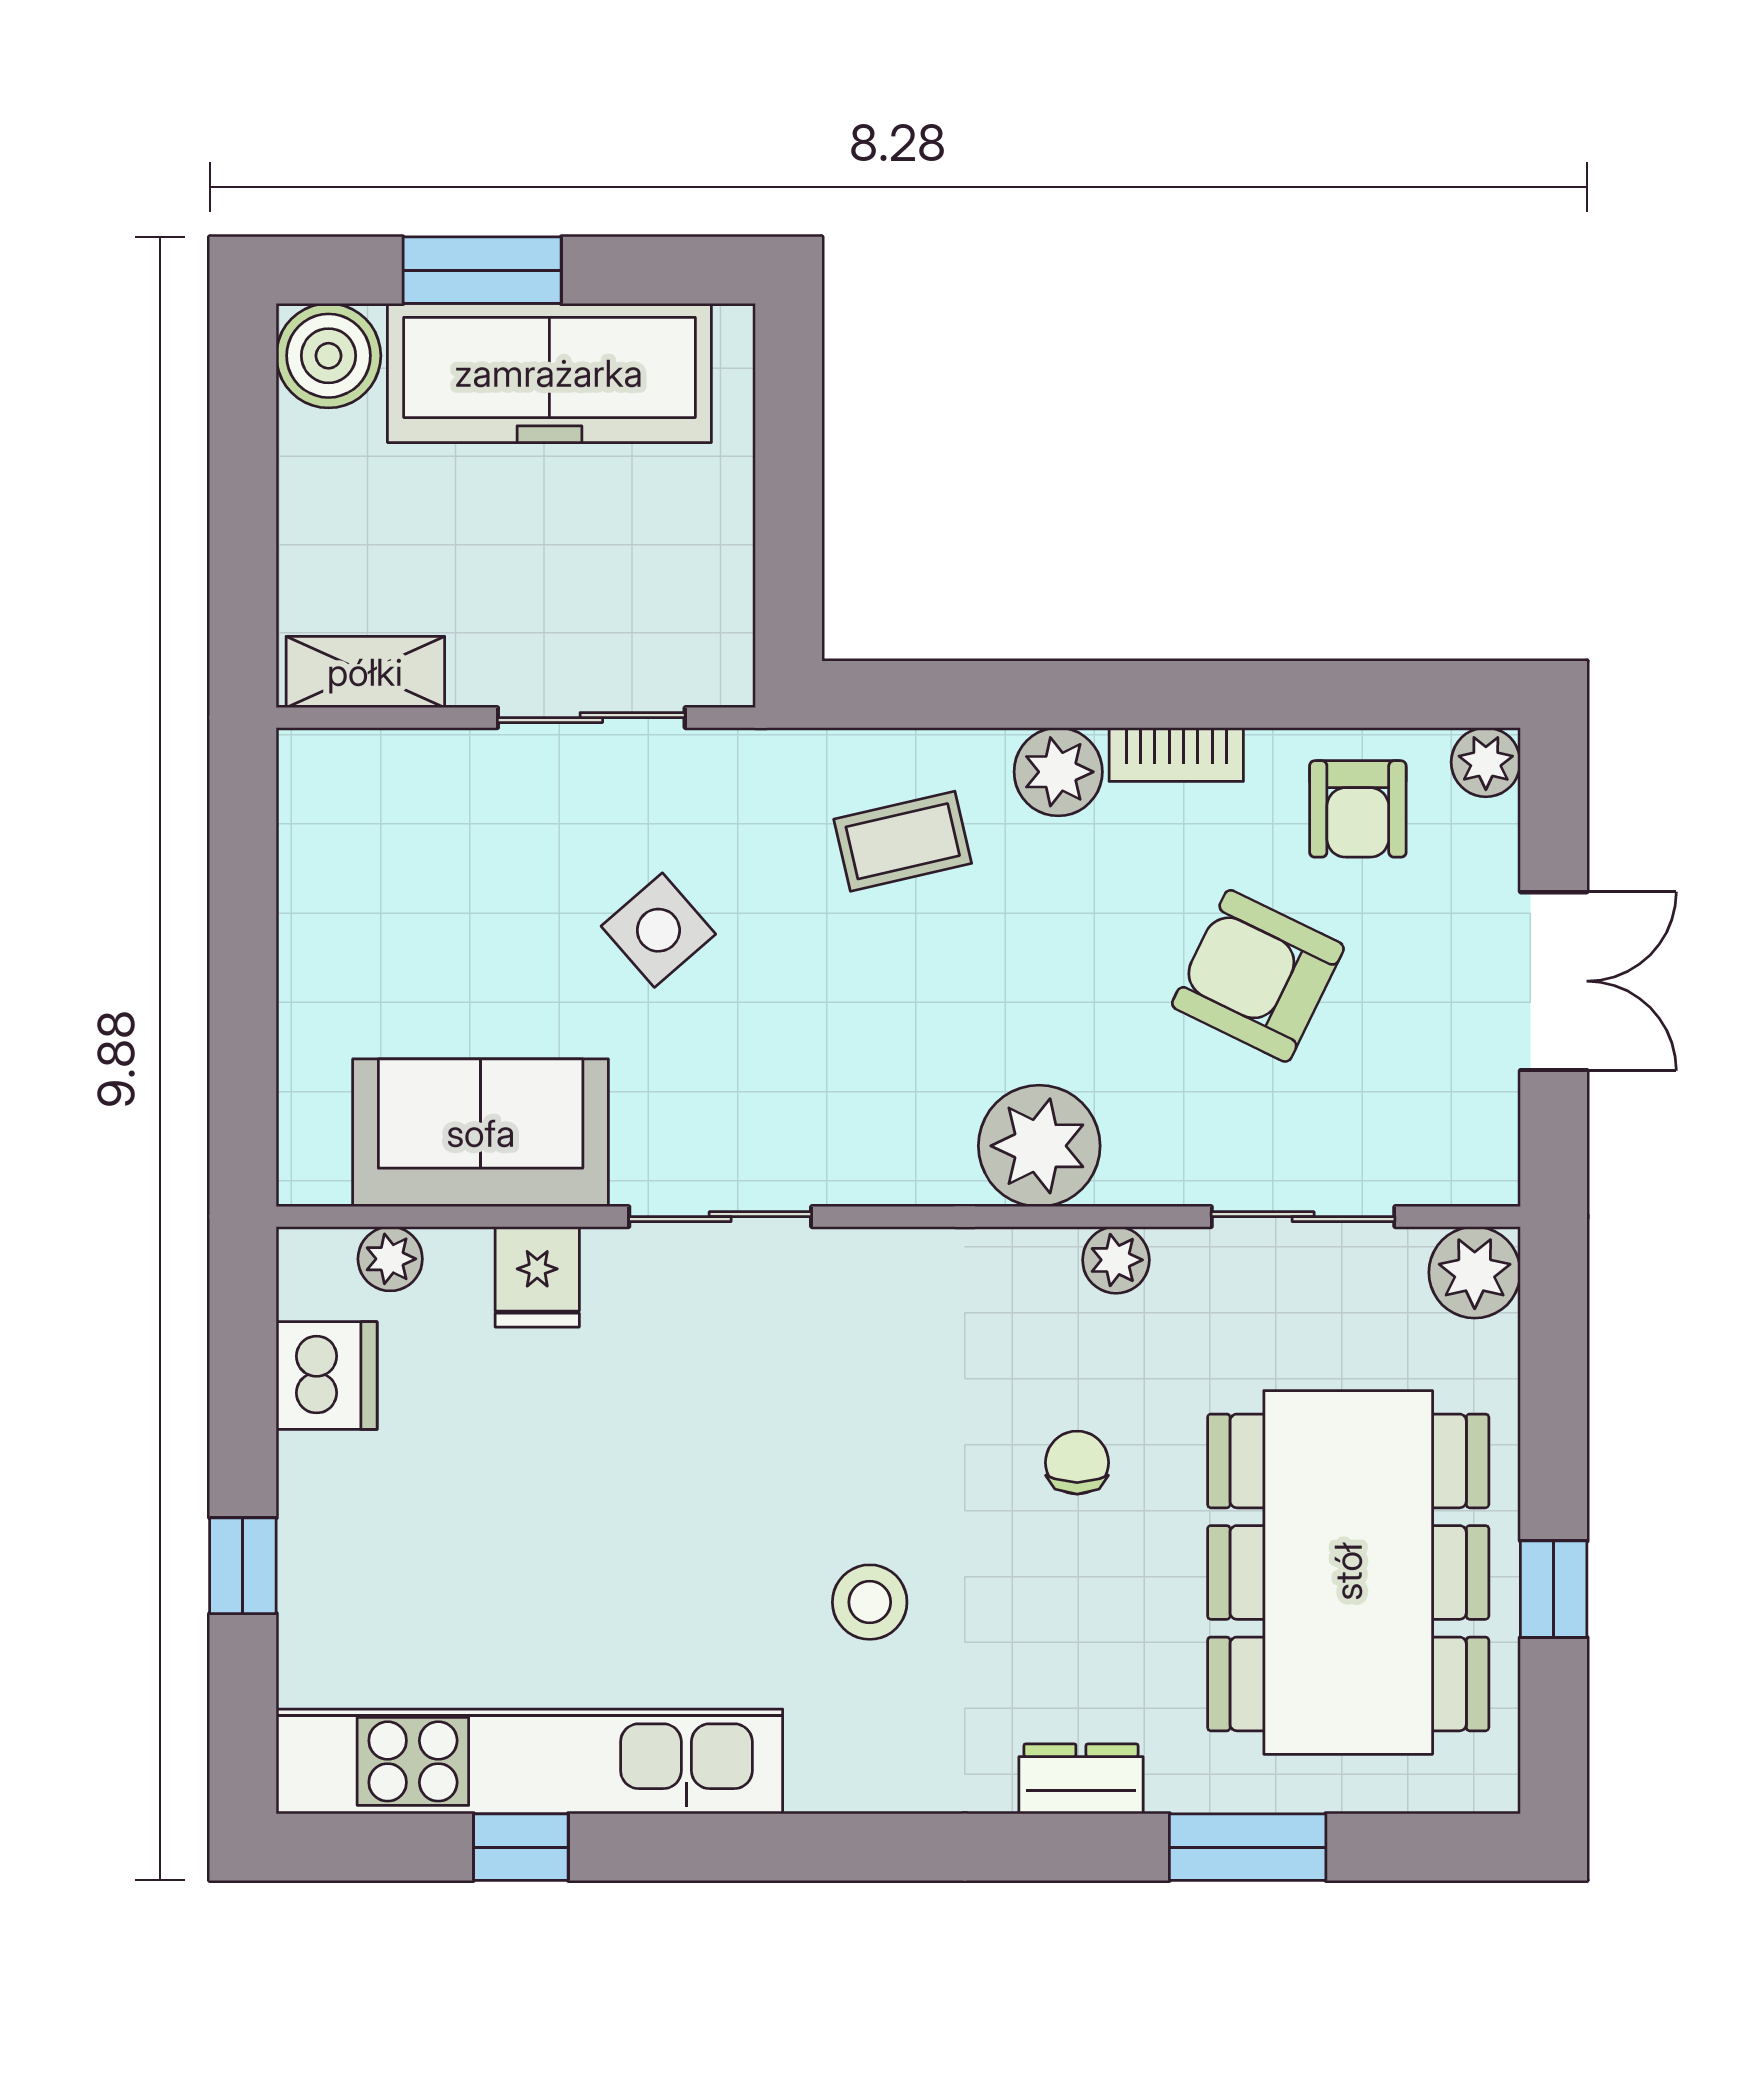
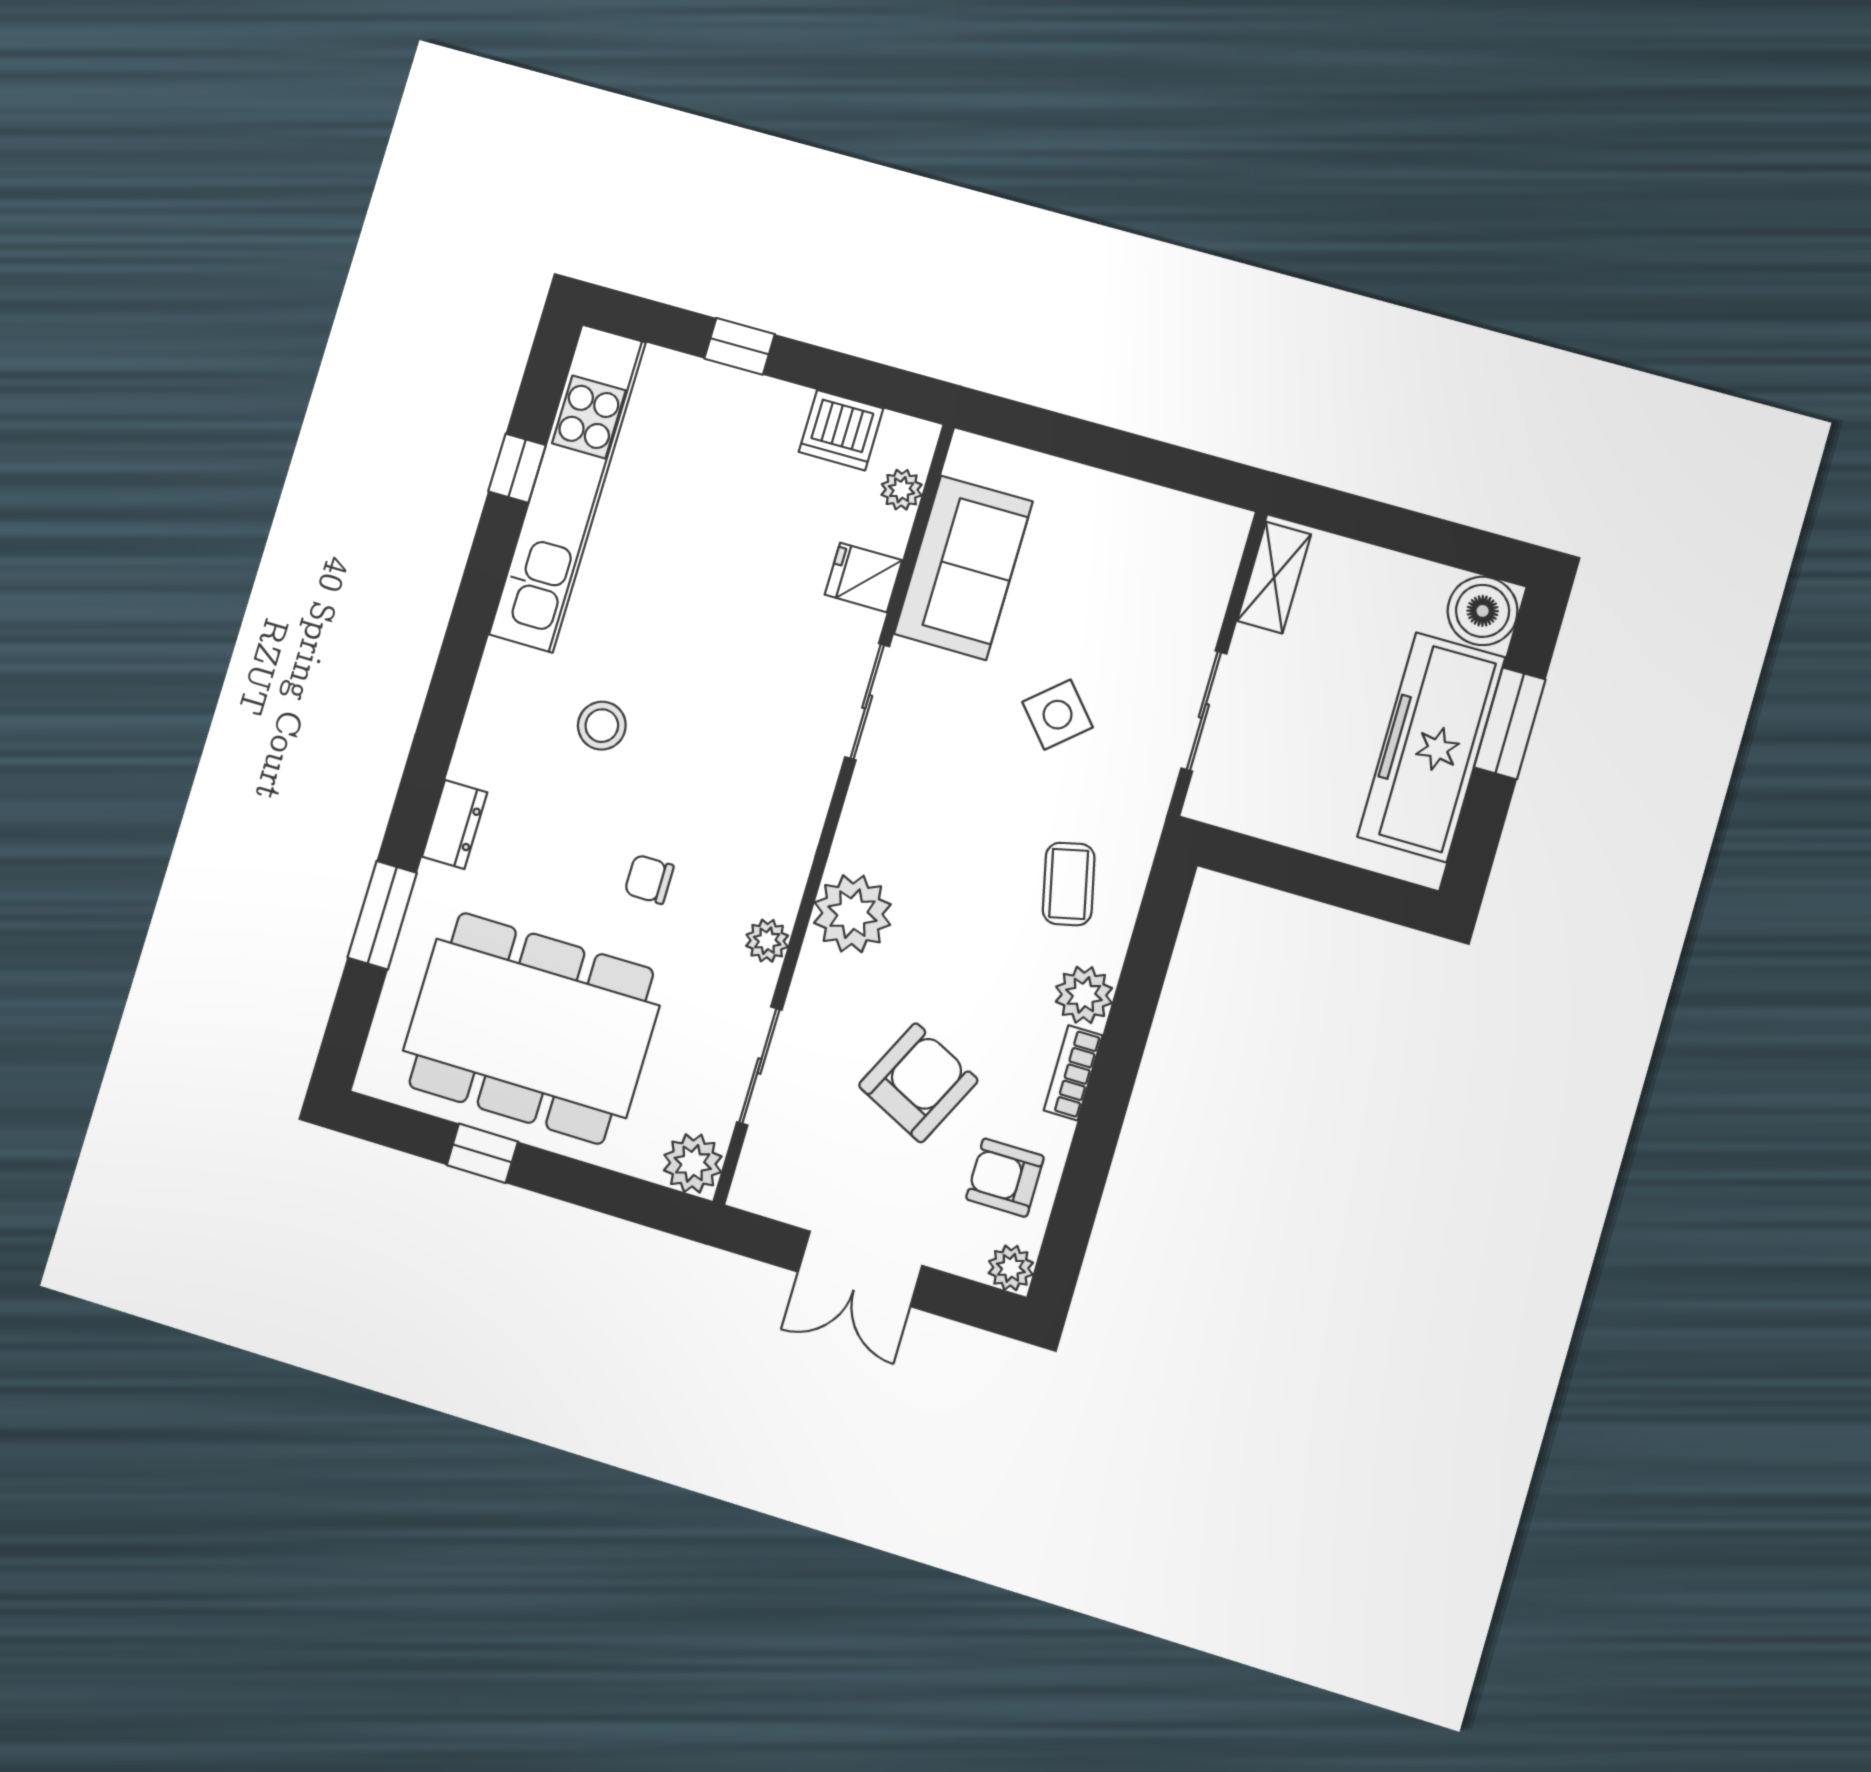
chair: (1077, 1463) -> (649, 879), turned 180

